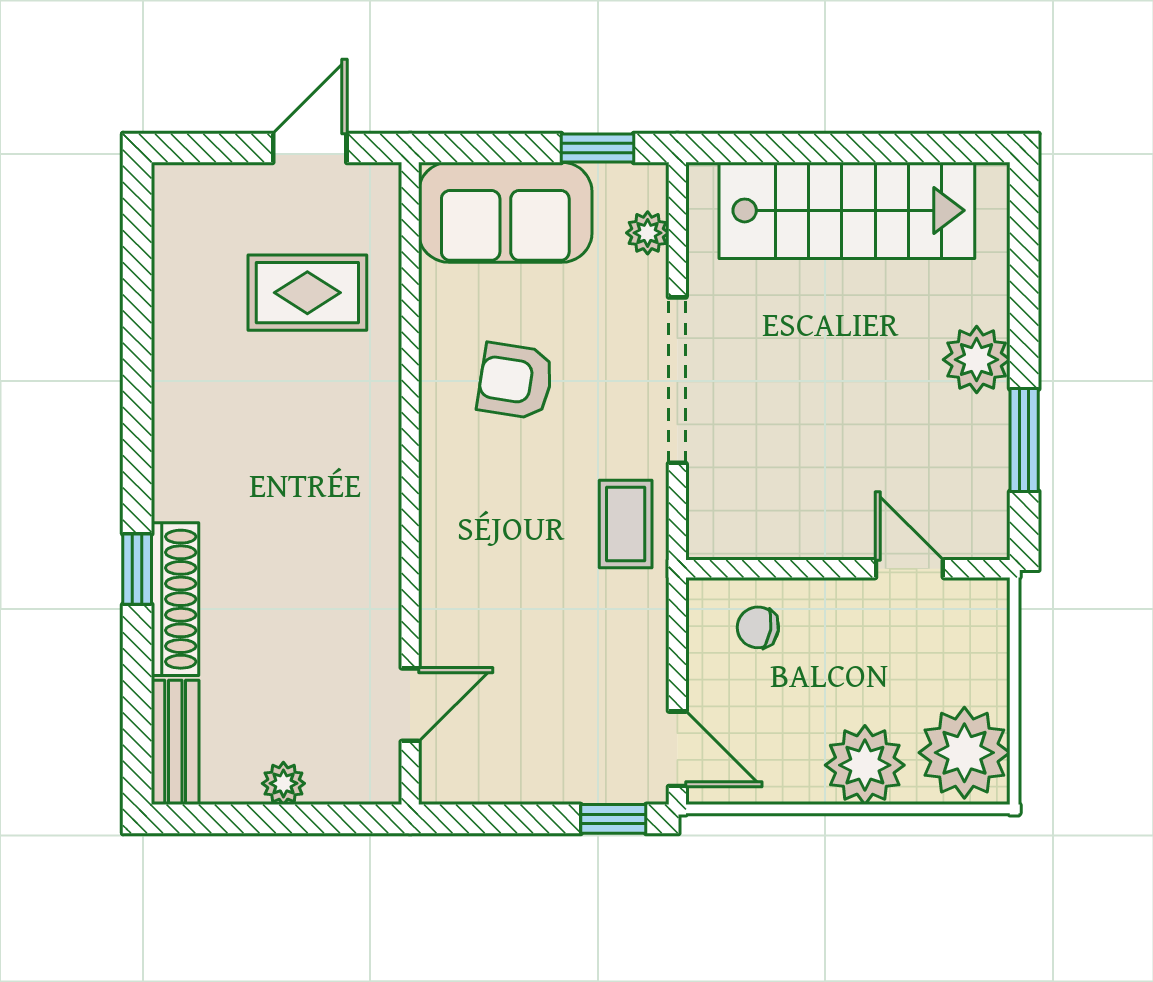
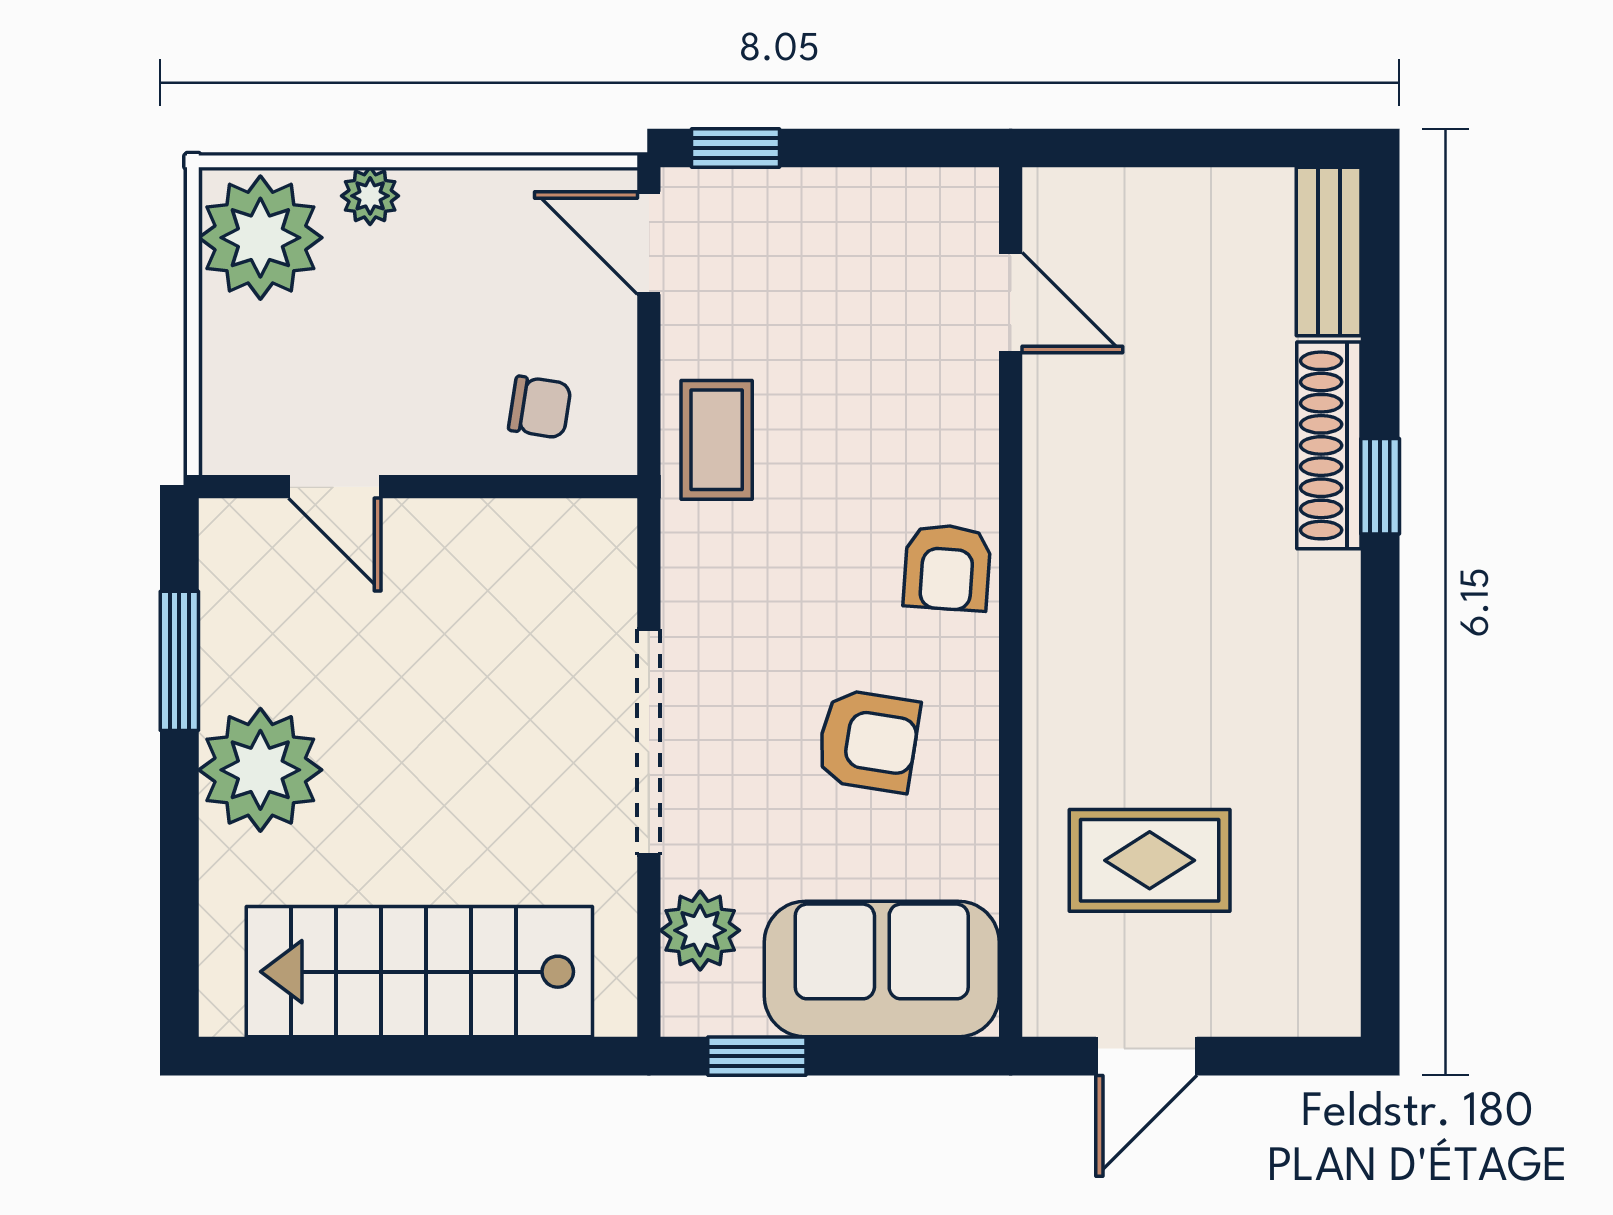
plant: (648, 233) -> (700, 930), width x1.38, depth x1.38
plant: (977, 360) -> (260, 770), width x1.36, depth x1.36
armchair: (457, 509) -> (947, 567), added
coffee table: (626, 524) -> (717, 440), moved
door: (410, 705) -> (1011, 303), swing flipped
plant: (865, 765) -> (370, 196), width x0.53, depth x0.53
plant: (283, 783) -> (1182, 196), removed

